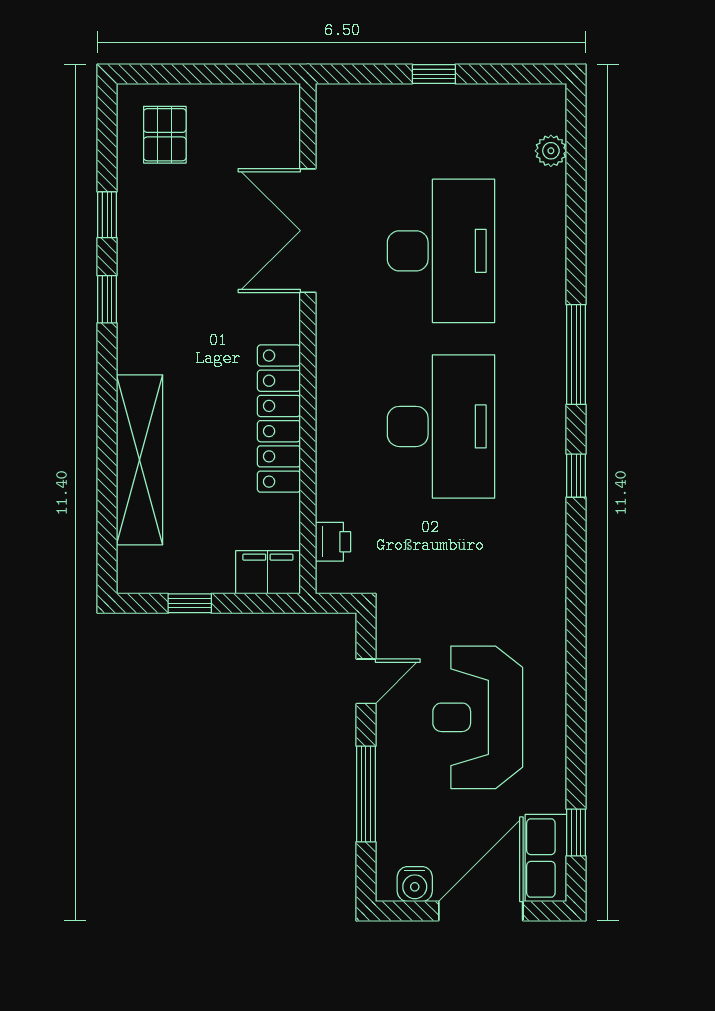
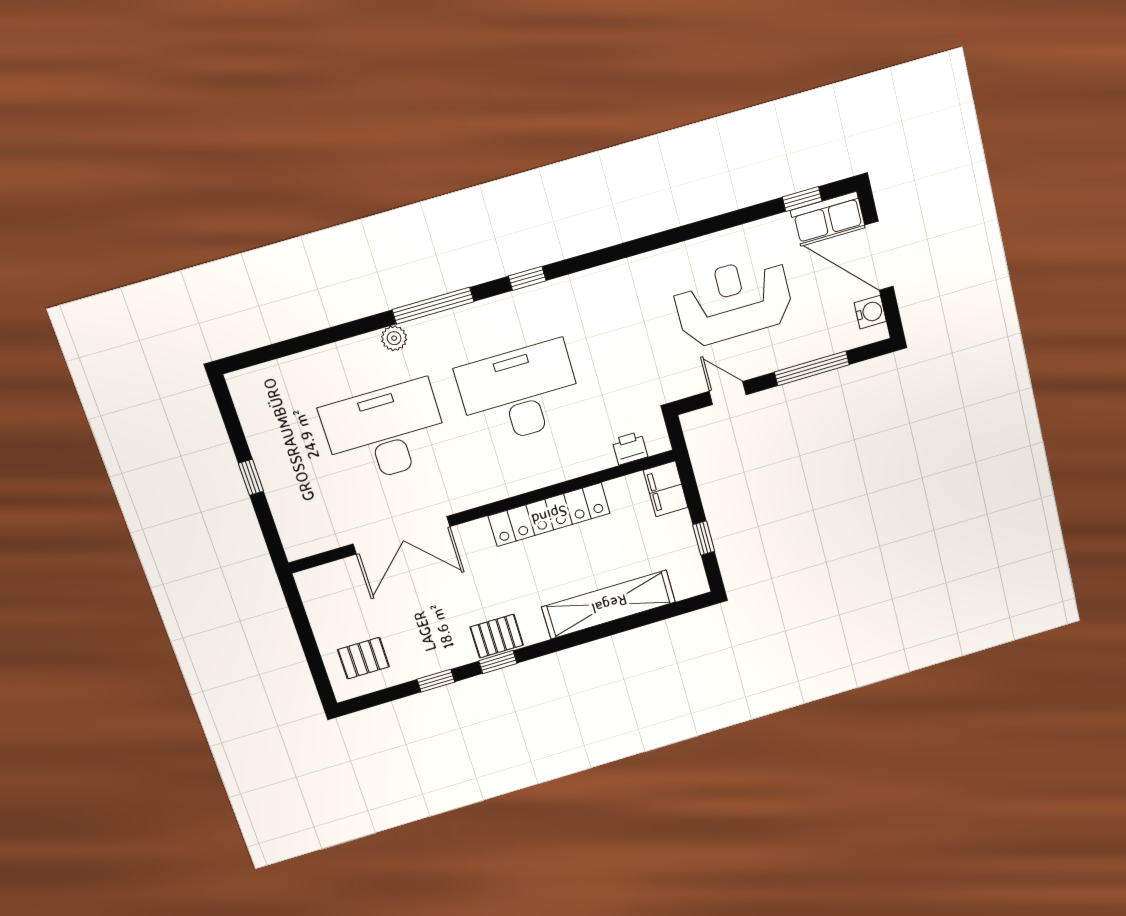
plant: (551, 151) -> (394, 338), moved
pallet: (142, 308) -> (497, 636), added
reception desk: (478, 717) -> (733, 301), turned 180

